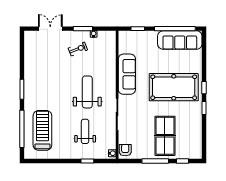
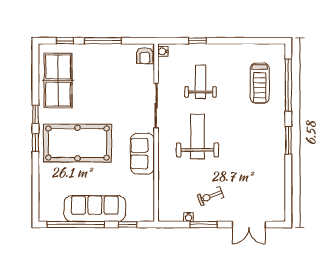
sofa: (180, 40) -> (95, 209), moved
sofa: (127, 74) -> (142, 154), width x0.73
weight bench: (87, 92) -> (197, 136), turned 180
treadmill: (42, 130) -> (260, 83), width x0.73, depth x0.73
weight bench: (85, 131) -> (201, 82), turned 180
table tennis table: (165, 136) -> (58, 80), moved

